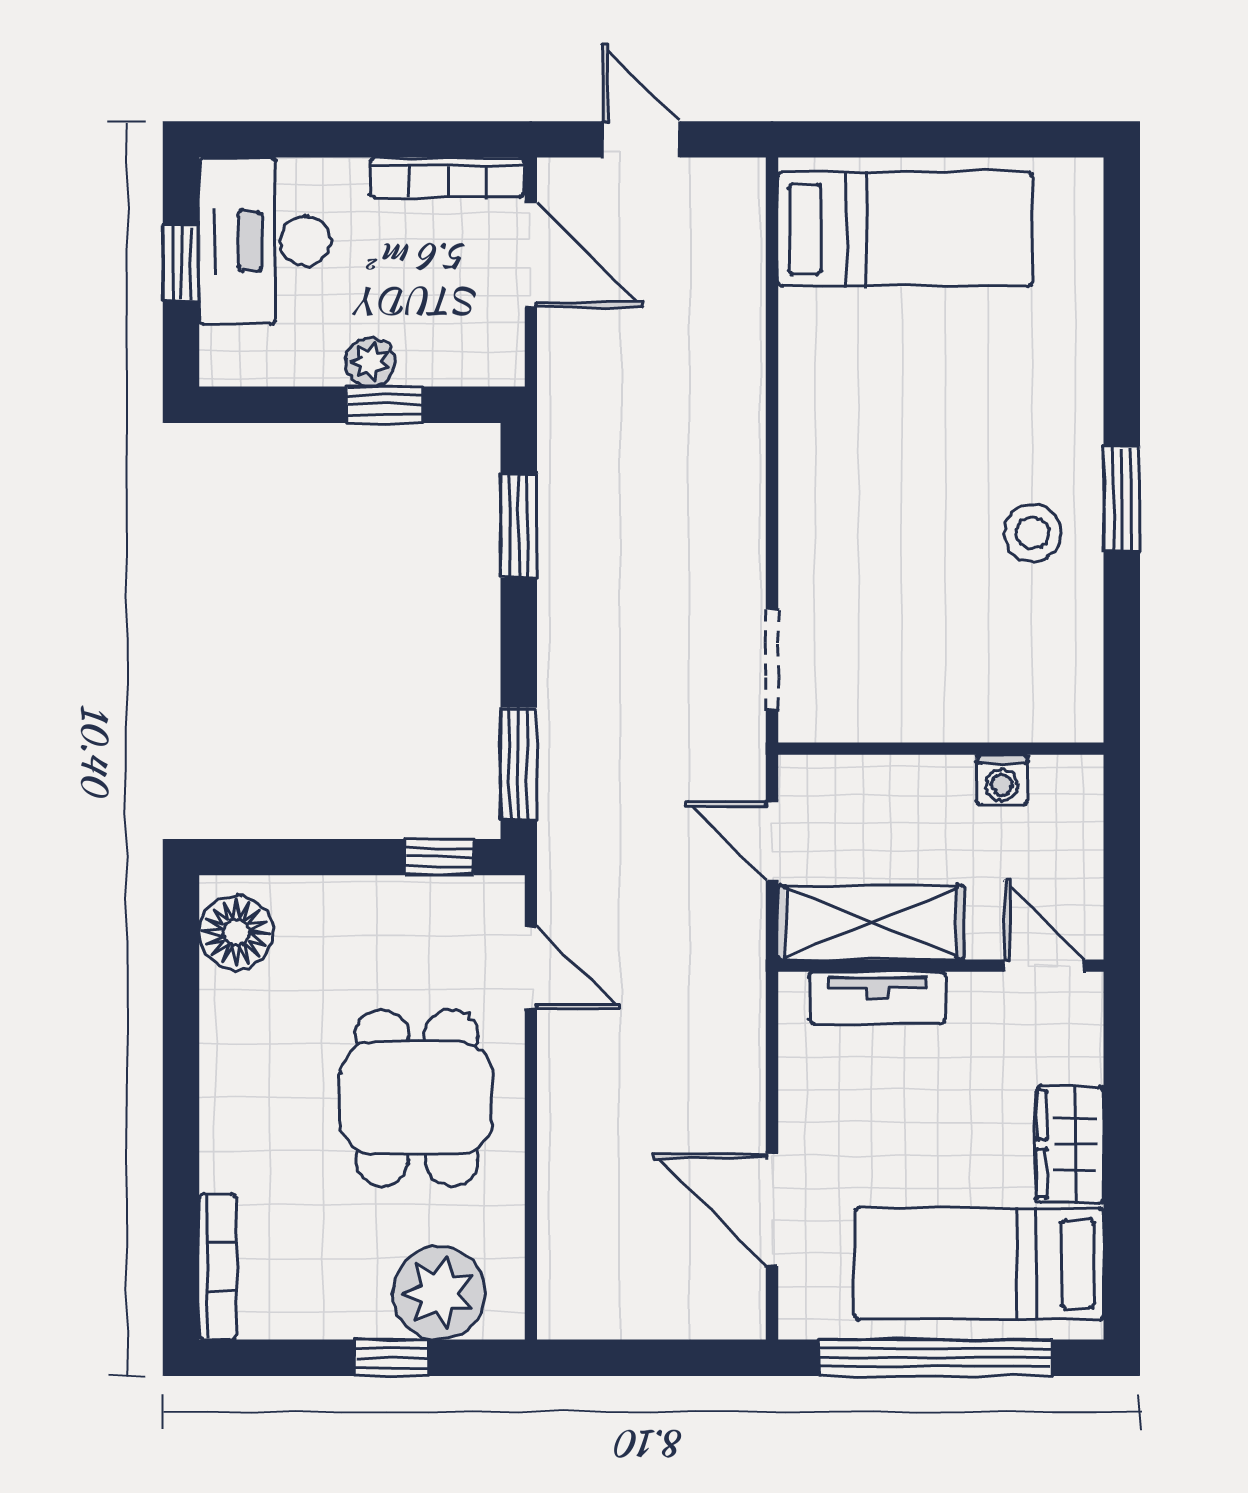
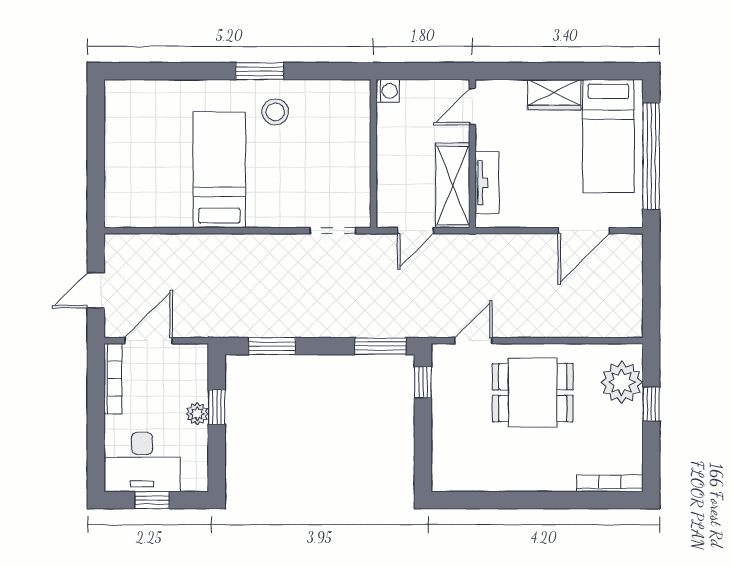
bed: (905, 229) -> (219, 170), moved
washing machine: (1002, 780) -> (388, 91), moved
floor lamp: (236, 933) -> (457, 475), removed

